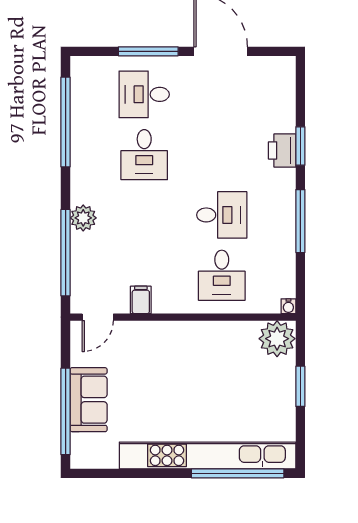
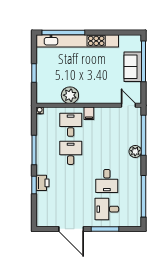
desk: (144, 94) -> (107, 209), turned 180
desk: (144, 155) -> (107, 181), turned 180
desk: (222, 215) -> (71, 153), turned 90
filing cabinet: (141, 300) -> (89, 113), moved
door: (98, 317) -> (128, 105), hinge flipped
plant: (277, 339) -> (70, 95), moved

